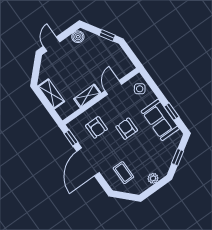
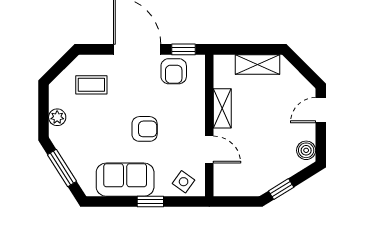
door: (52, 44) -> (321, 110), swing flipped
window: (171, 112) -> (150, 202), moved
armchair: (96, 127) -> (174, 71), moved, turned -90
window: (178, 157) -> (62, 168), width x1.50

